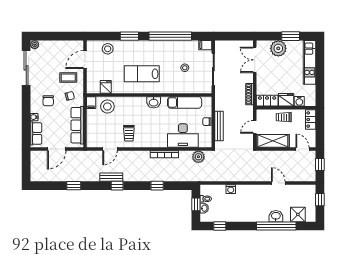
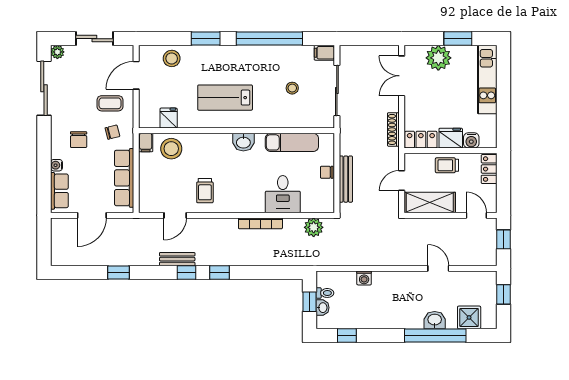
sliding door: (58, 36) -> (94, 39), added
desk: (183, 136) -> (283, 194), width x0.73
window: (157, 186) -> (220, 273), moved

